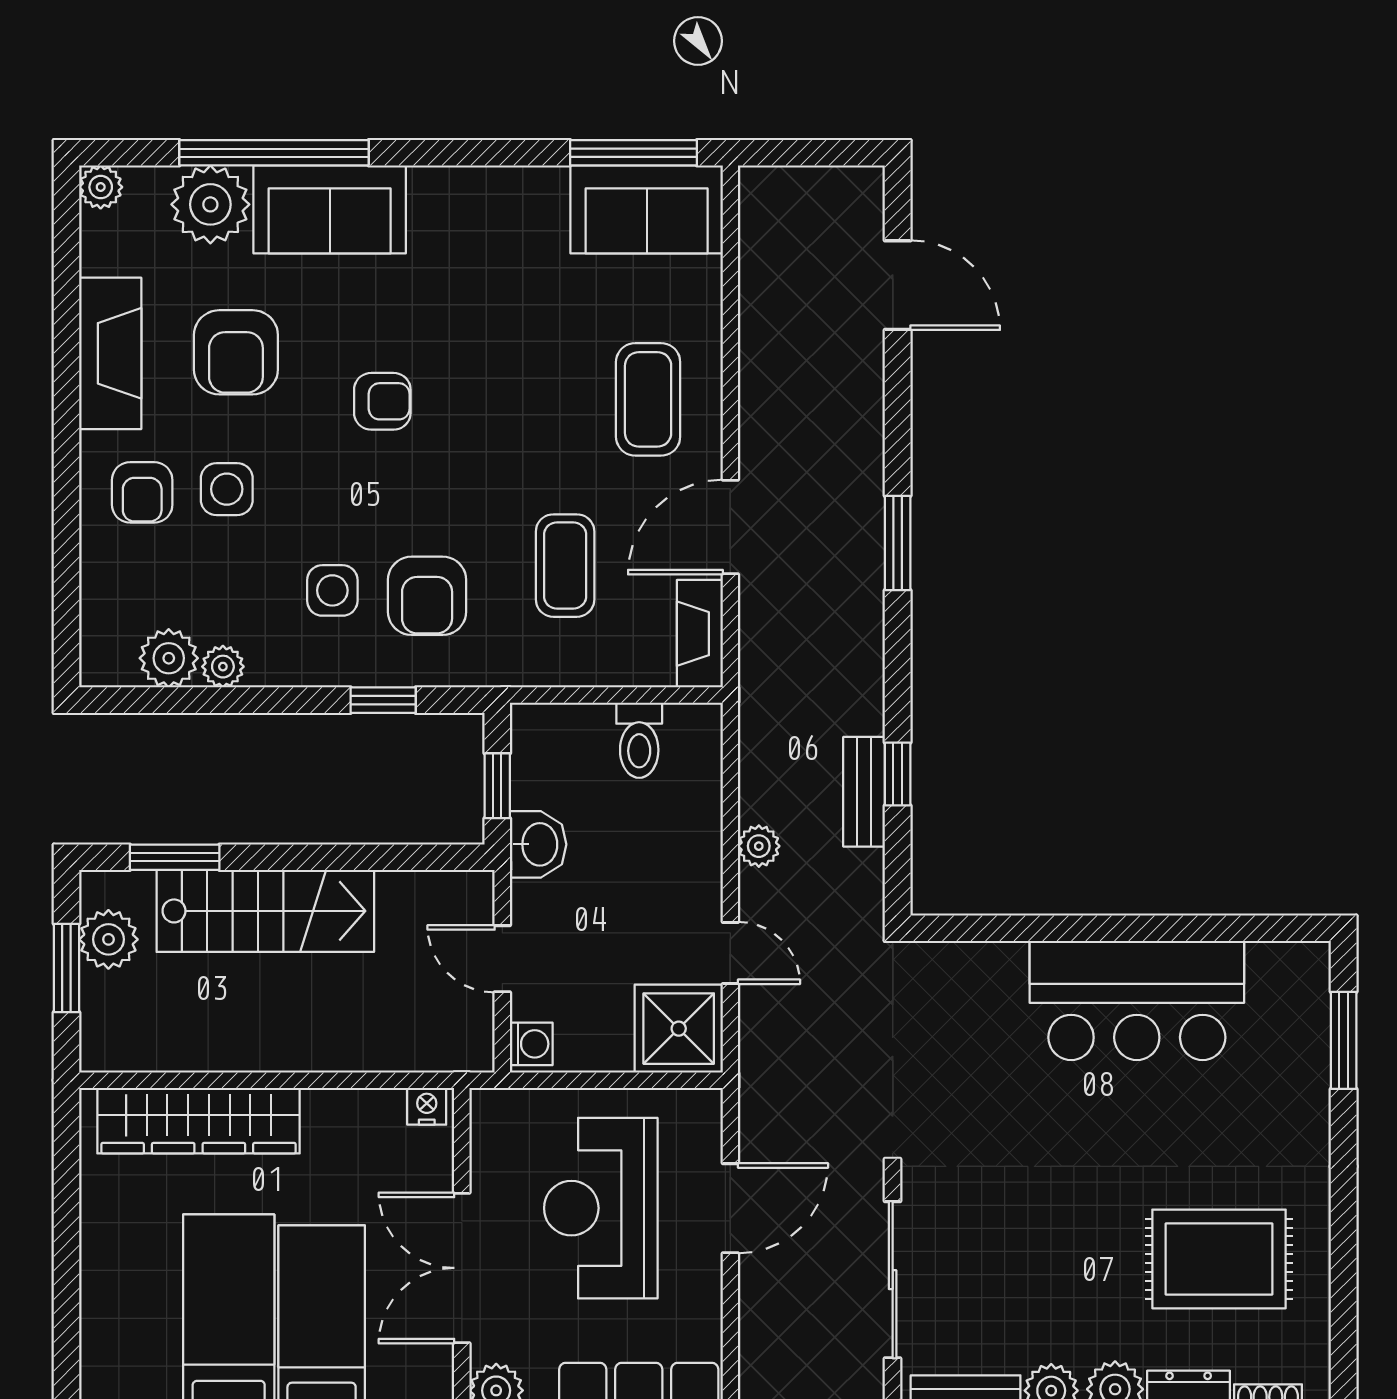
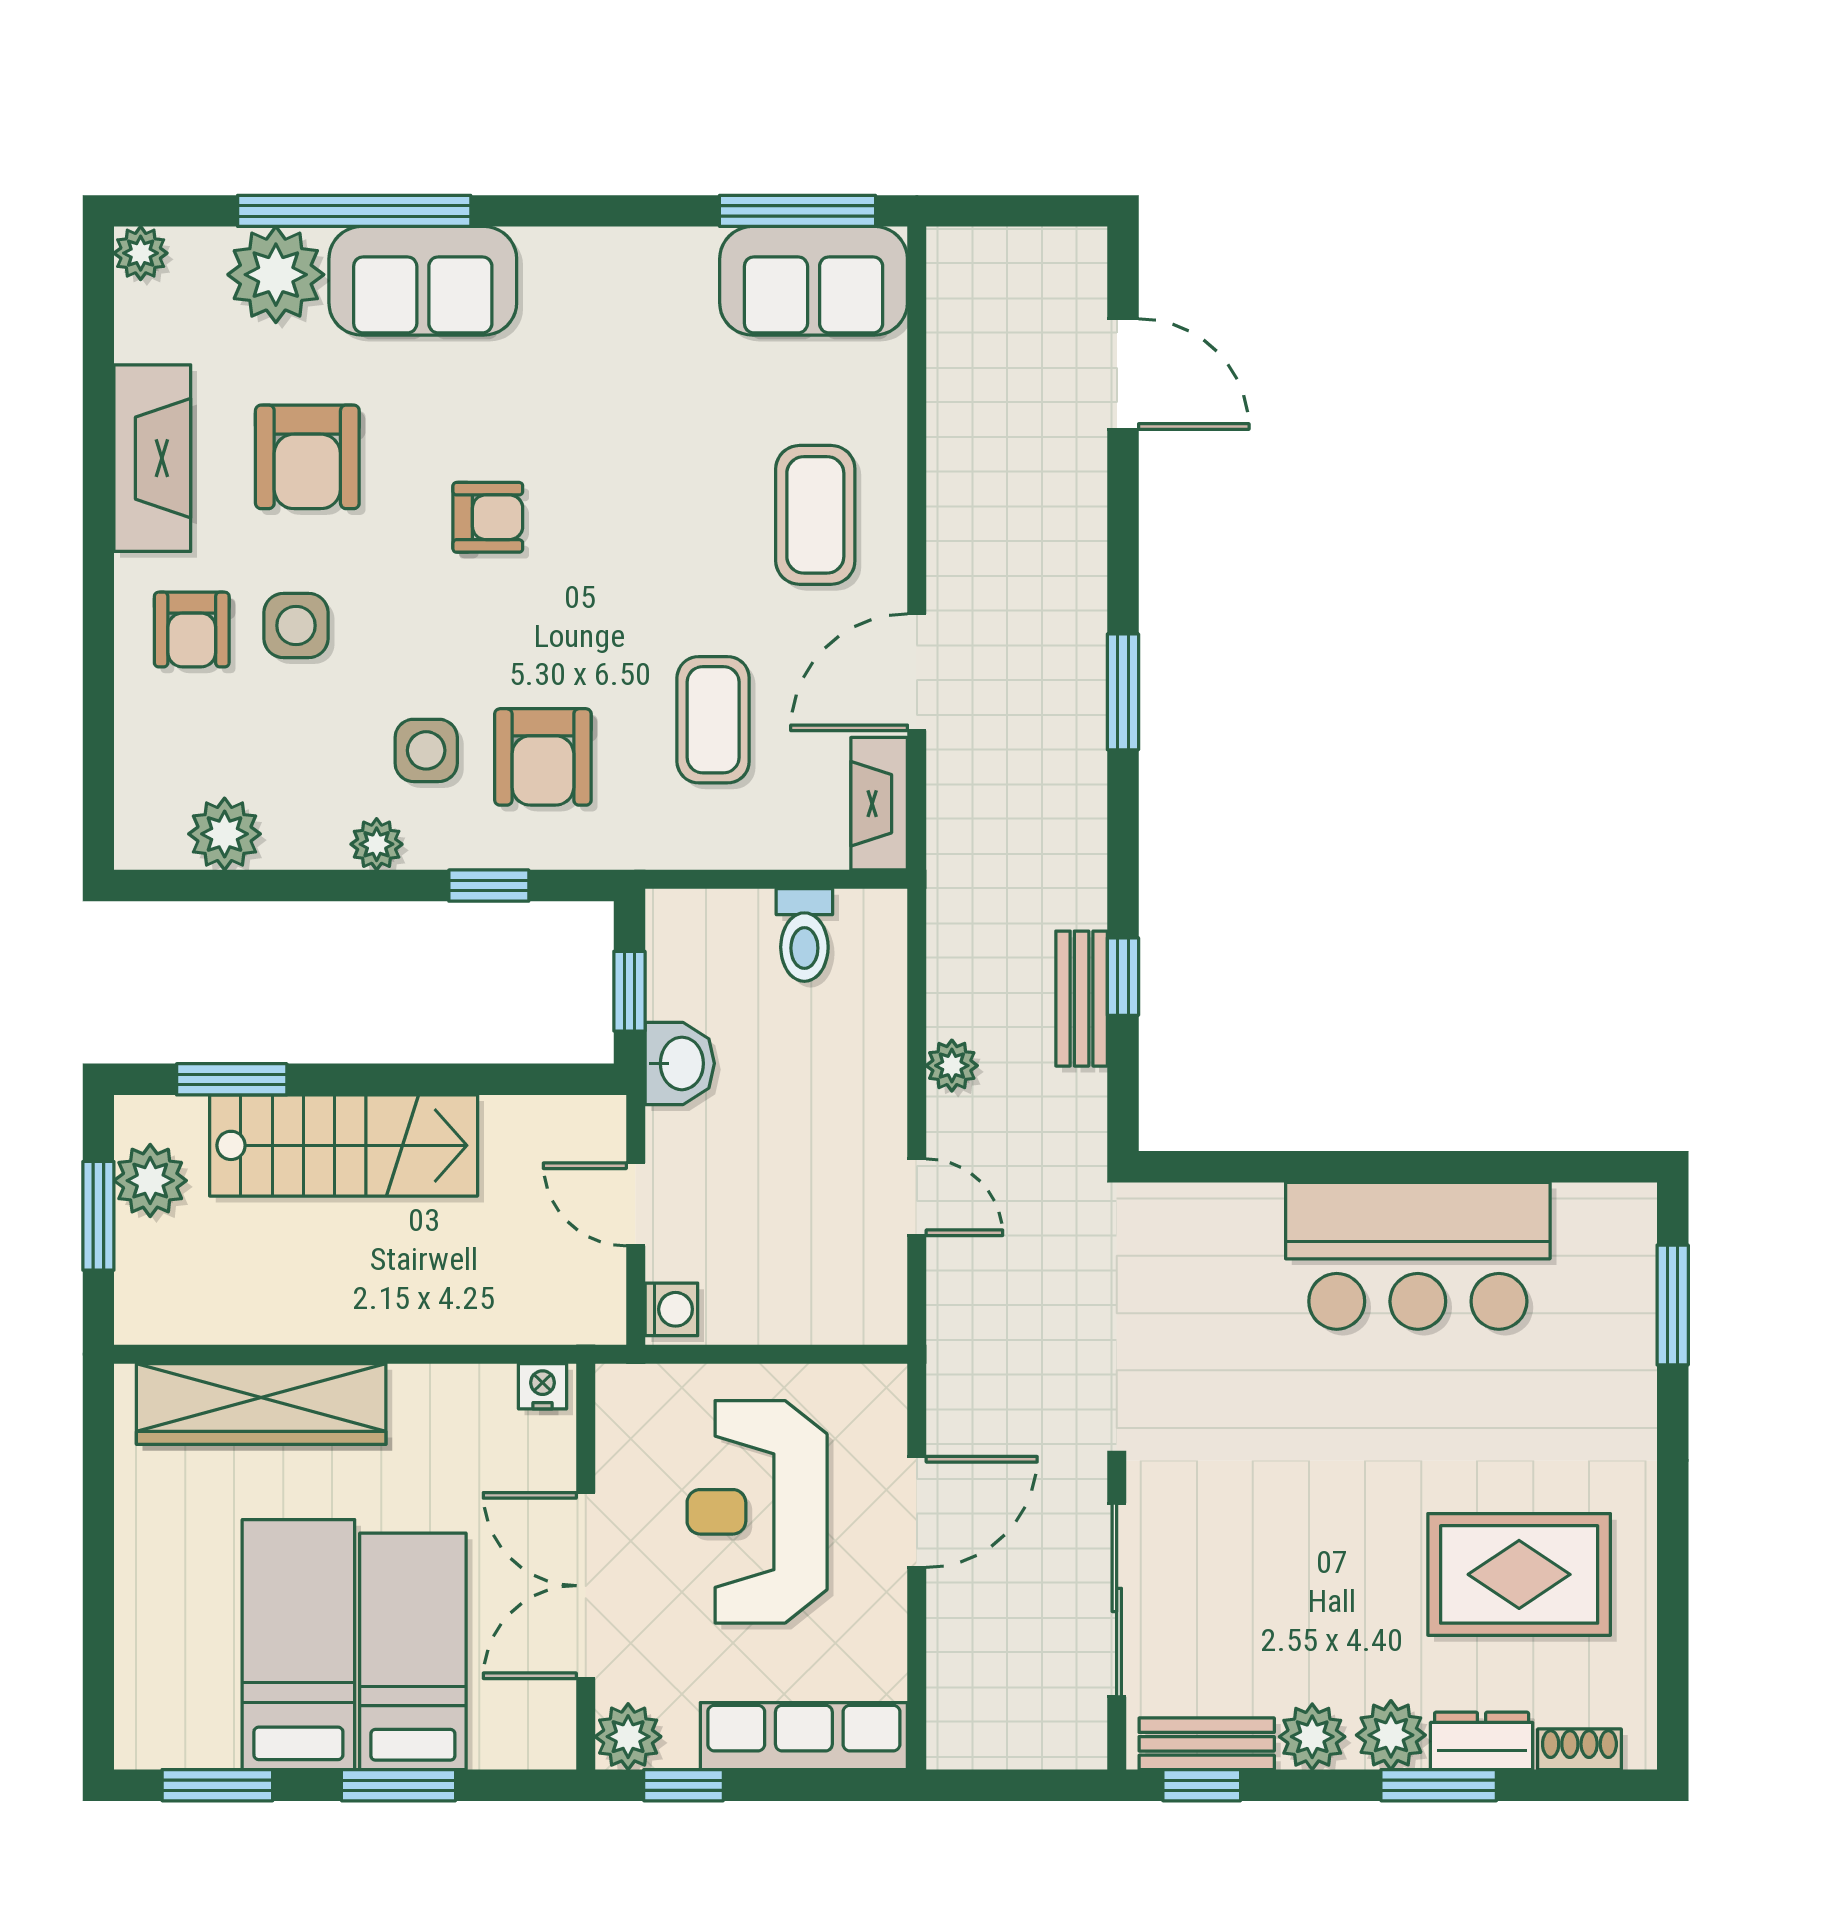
plant: (223, 667) -> (377, 844), moved
shower: (679, 1029) -> (853, 1290), removed

